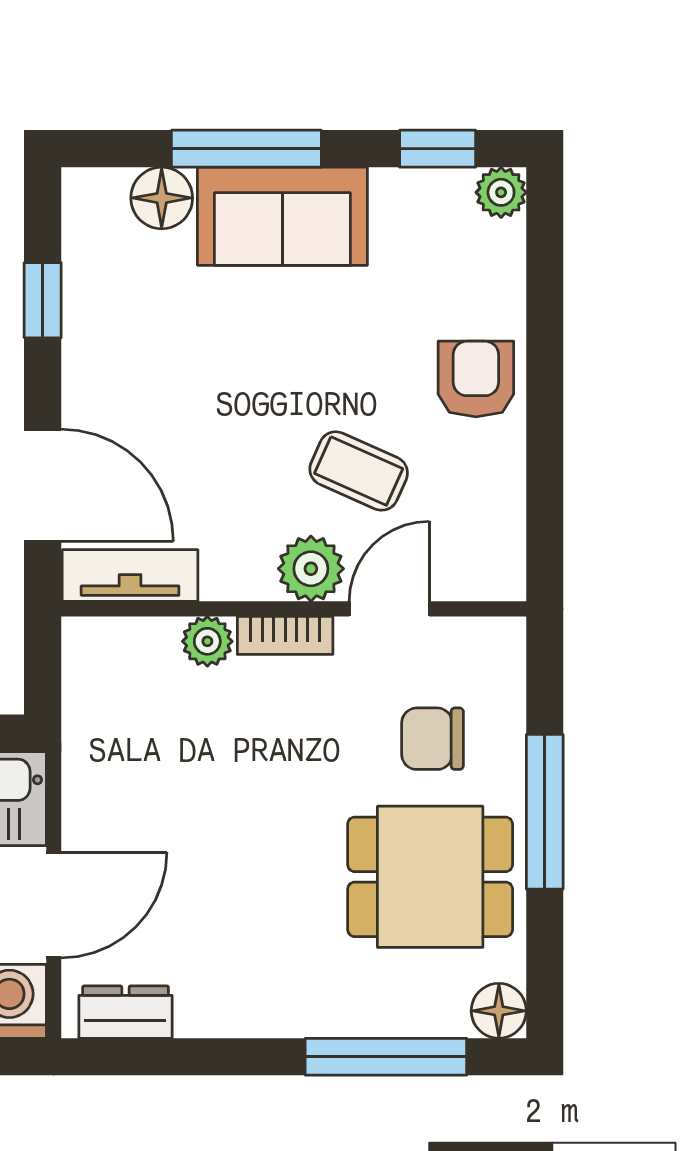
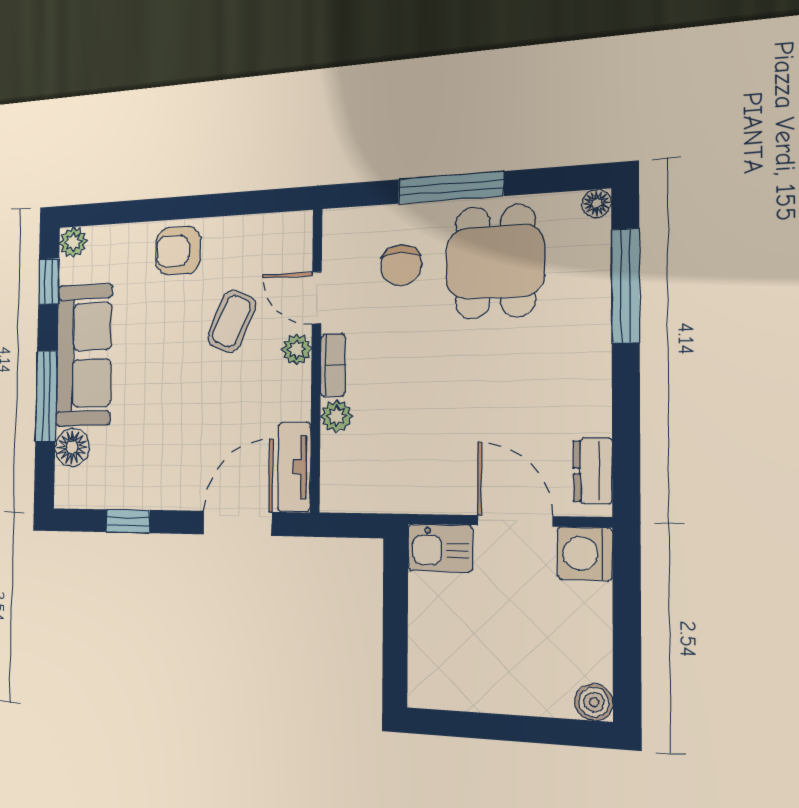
sofa: (282, 216) -> (84, 355), width x1.36
plant: (311, 569) -> (297, 349), width x0.73, depth x0.73
floor lamp: (499, 1011) -> (597, 203), width x0.73, depth x0.73

